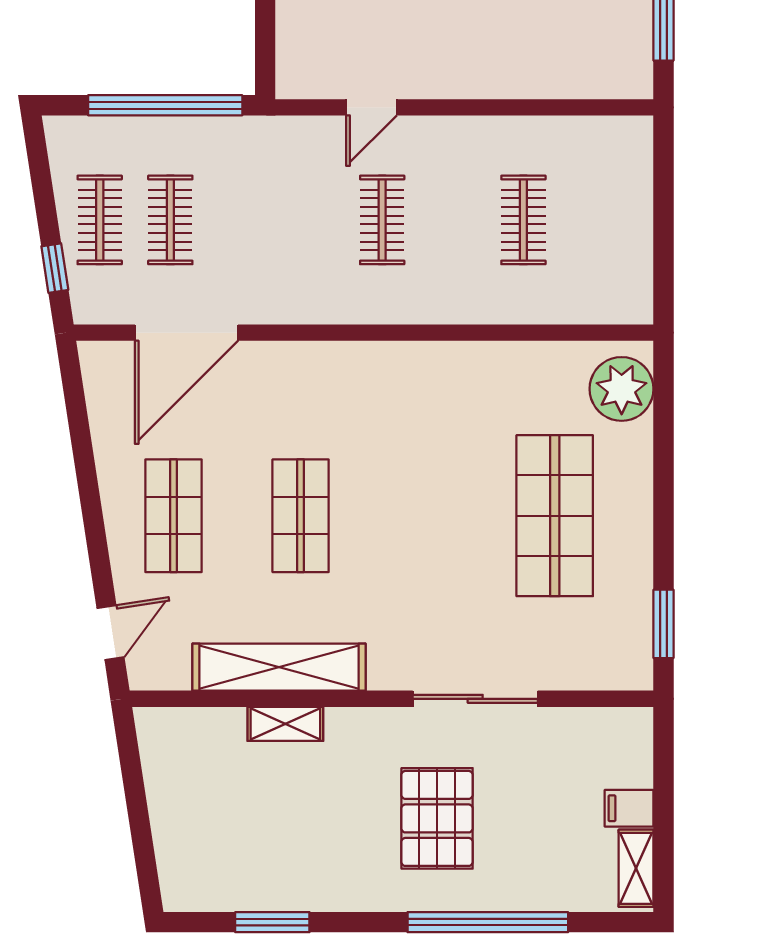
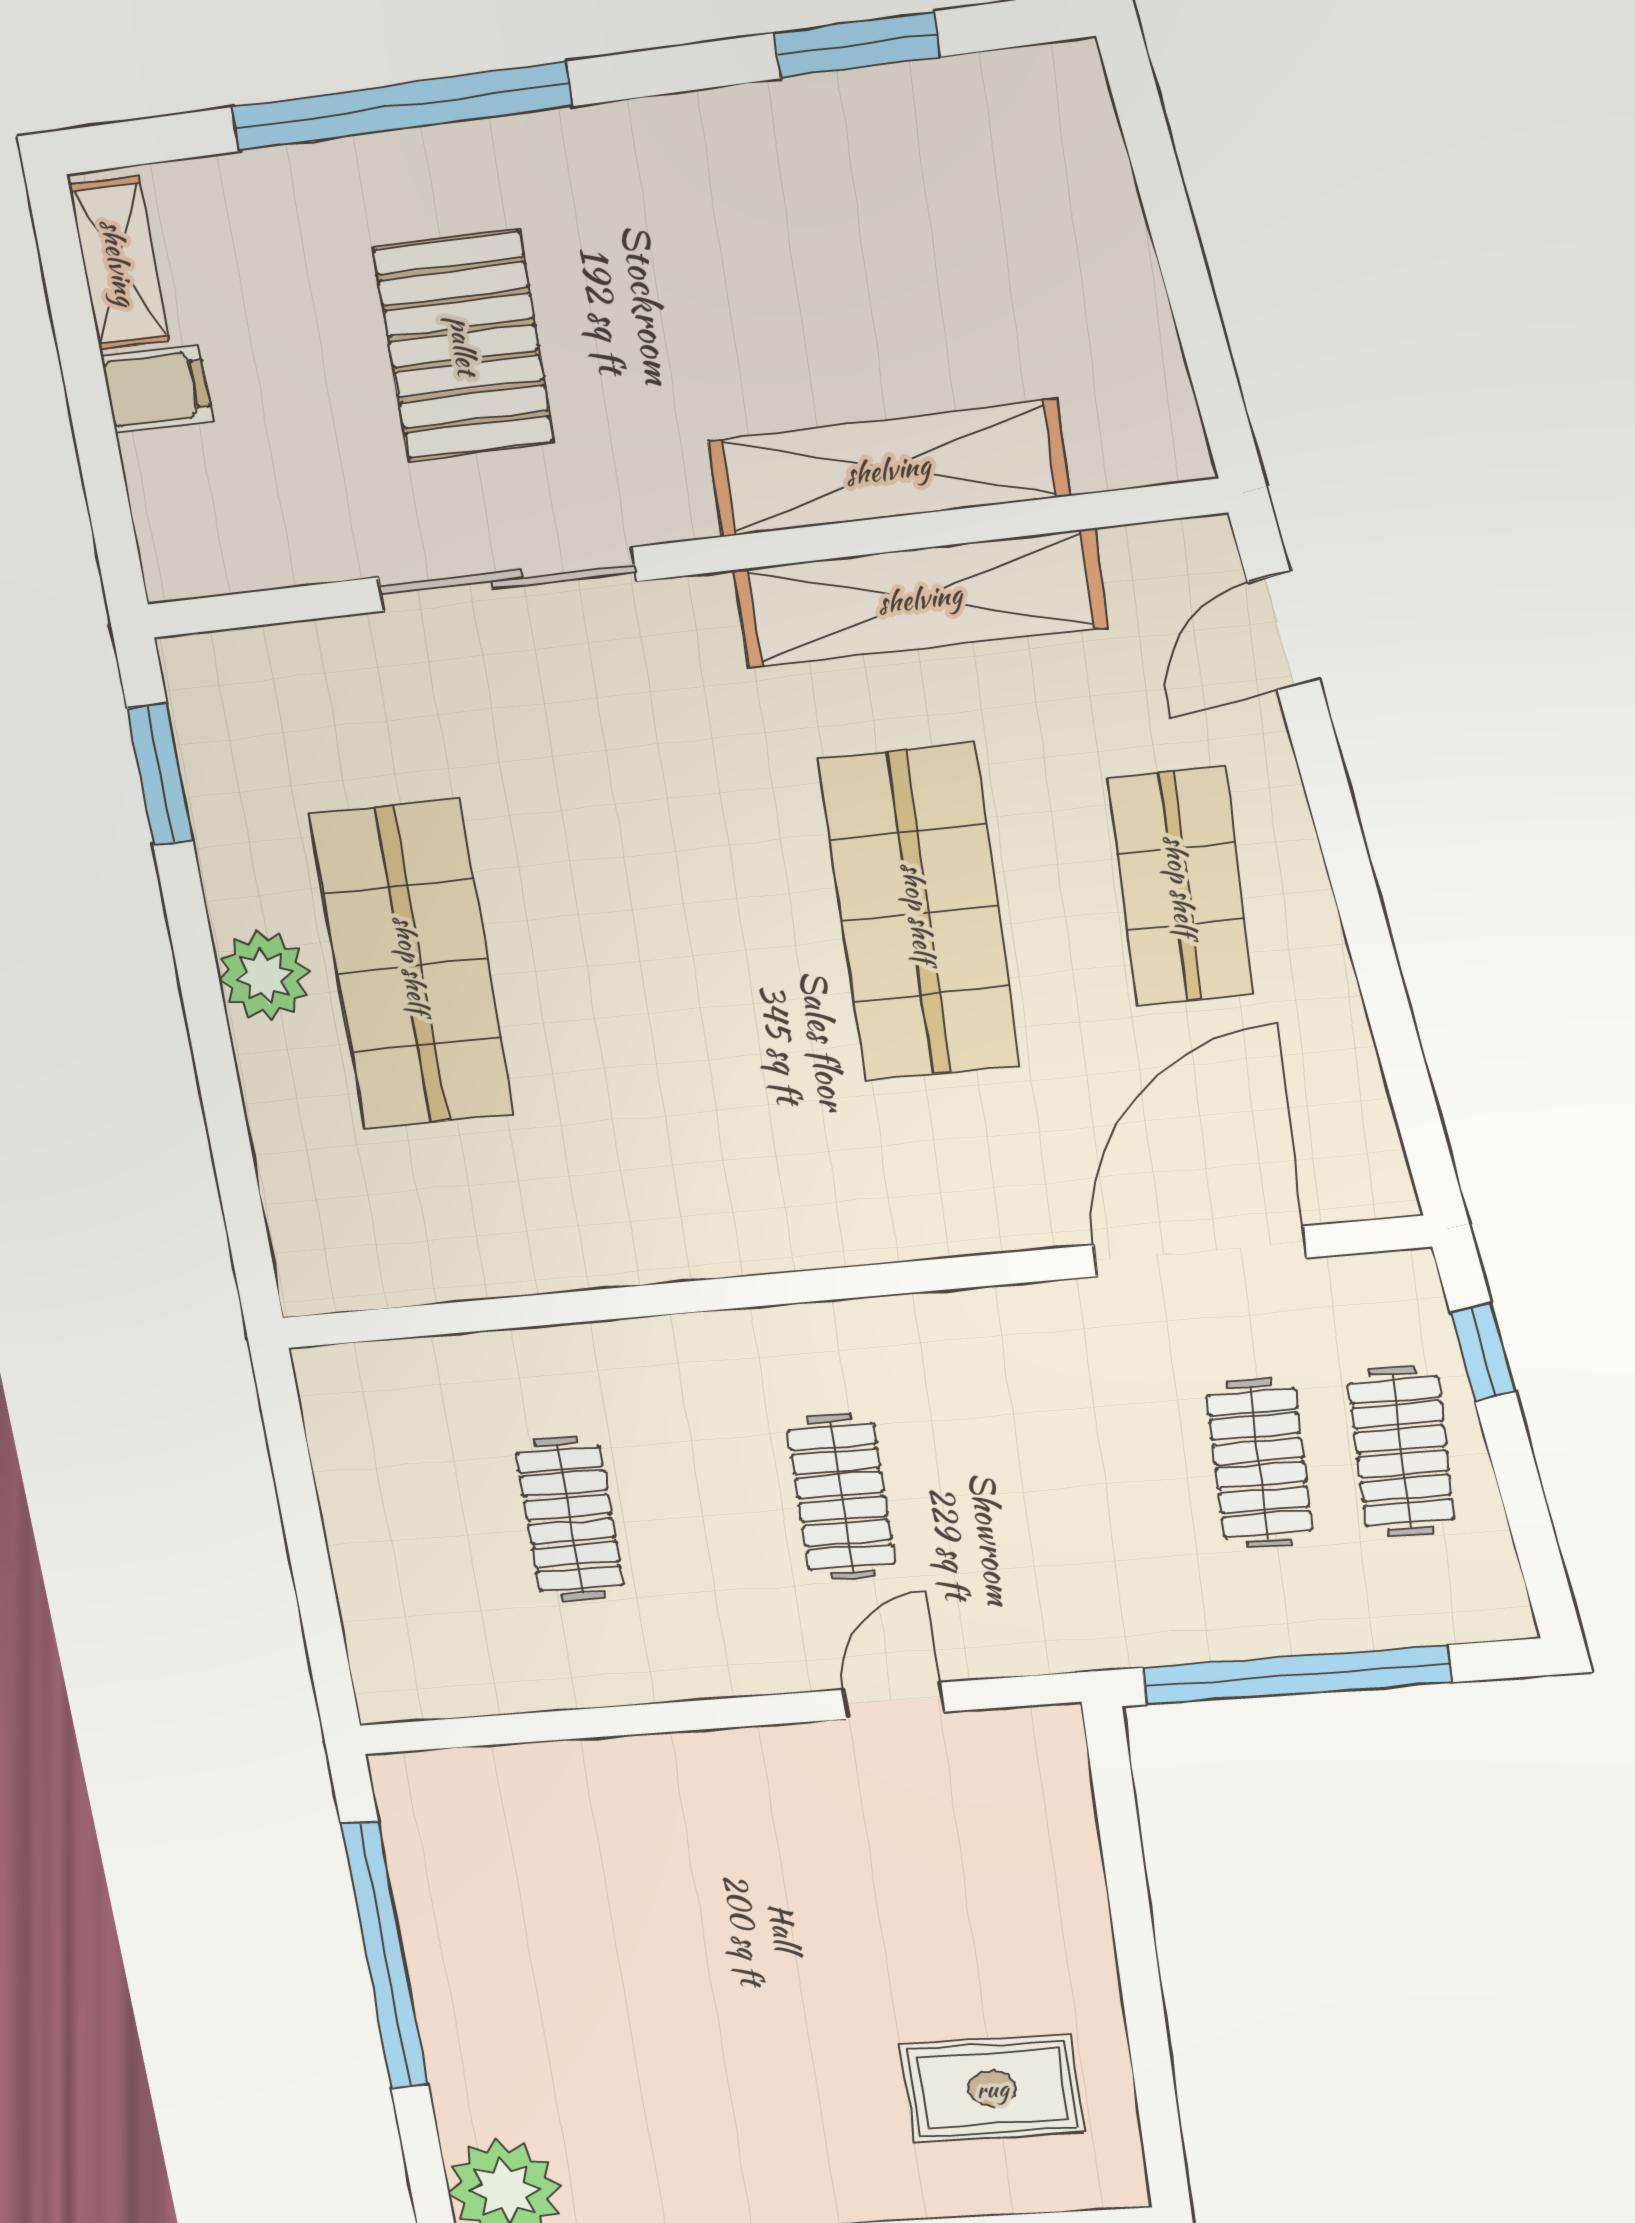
plant: (622, 389) -> (264, 976), moved, width x0.73, depth x0.73
shop shelf: (301, 516) -> (919, 913), width x1.43, depth x1.36
shelving: (285, 724) -> (888, 469), width x2.20, depth x1.33
pallet: (437, 818) -> (464, 346), moved

